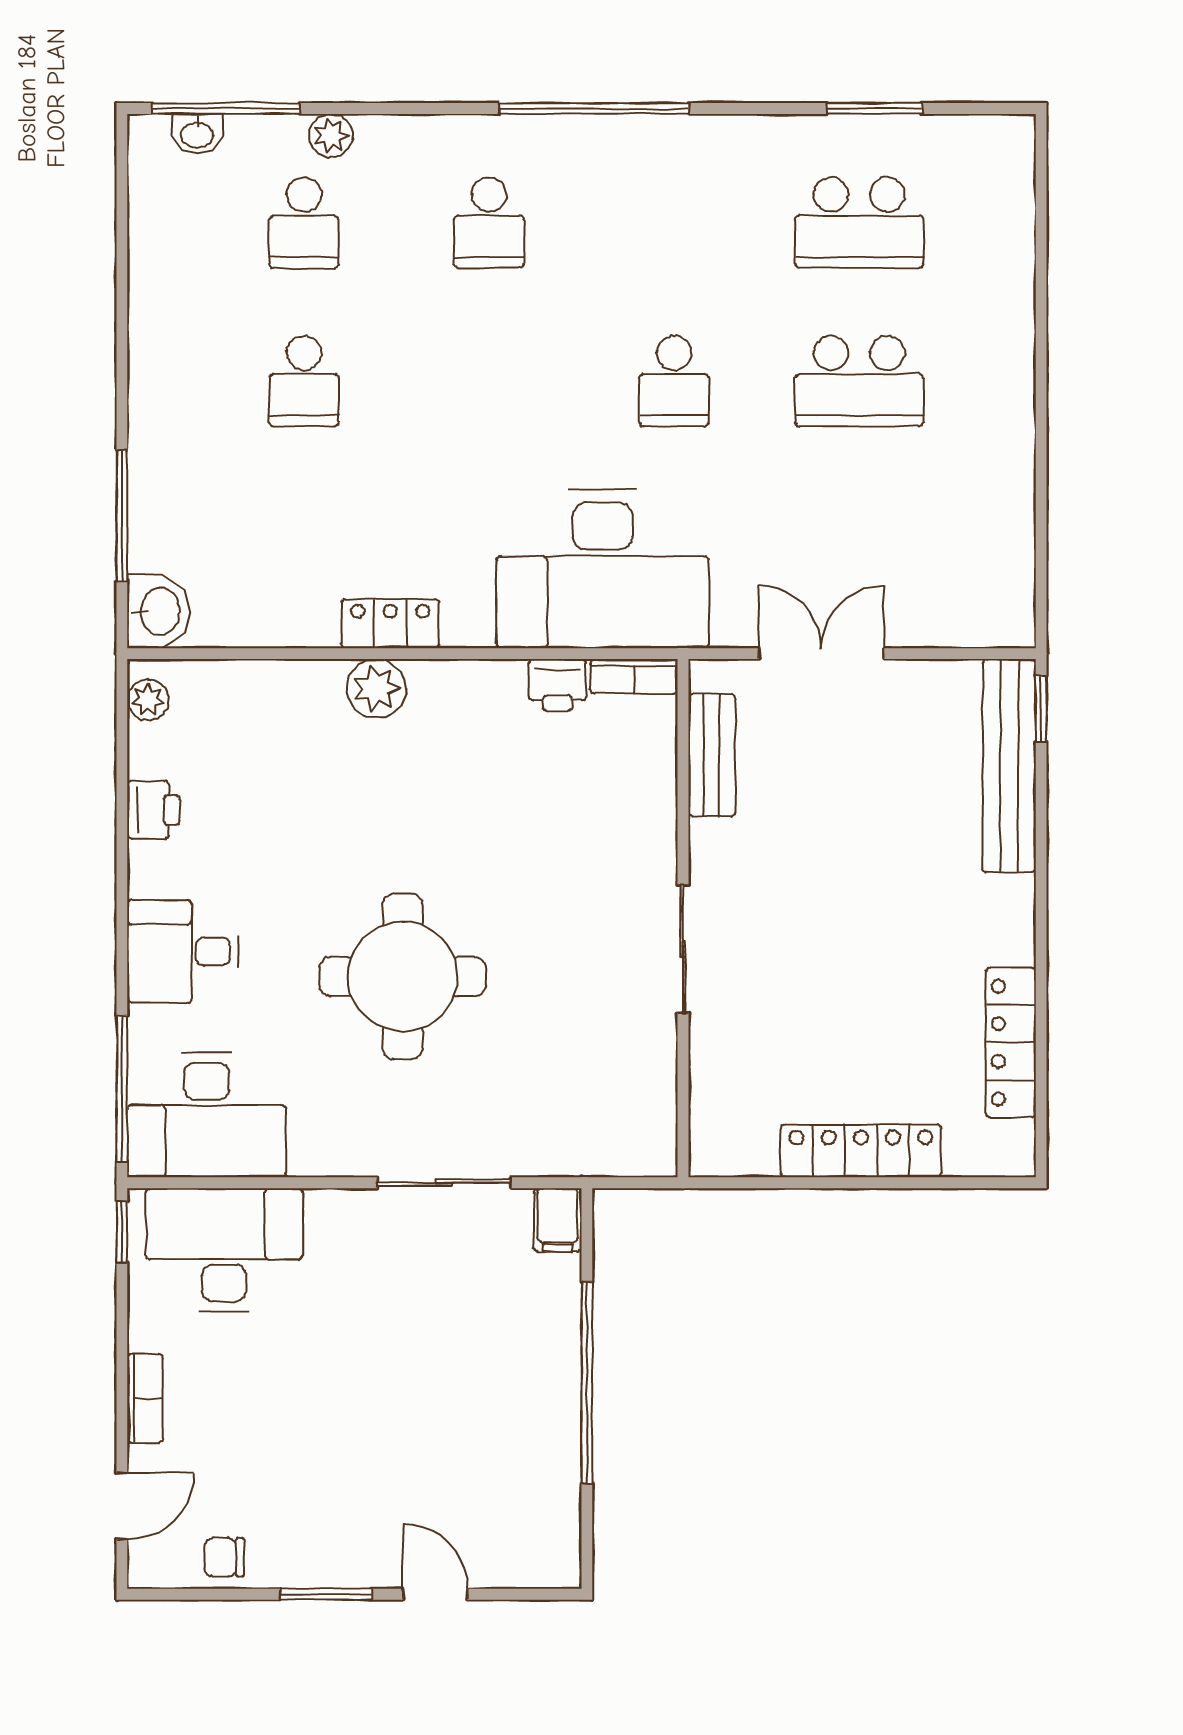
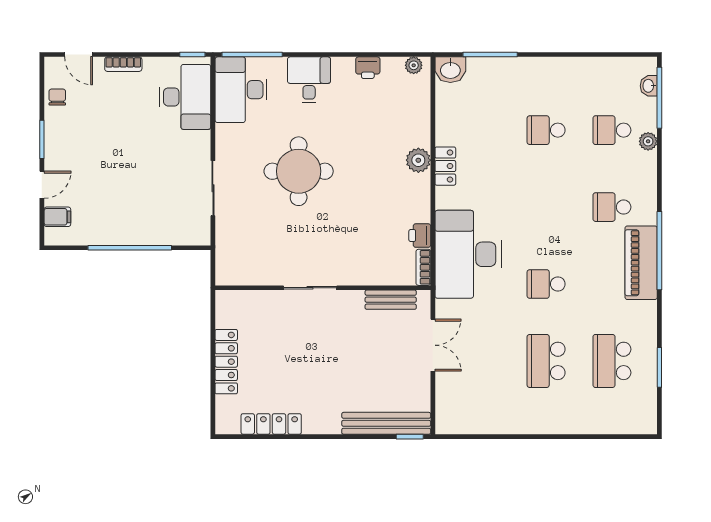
piano: (623, 152) -> (641, 263), added
filing cabinet: (558, 1220) -> (57, 217), moved, turned 180

